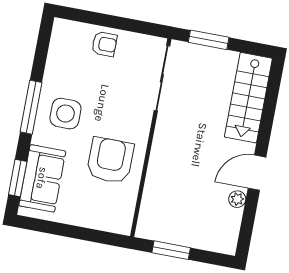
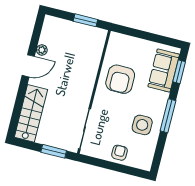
armchair: (104, 44) -> (119, 153), turned 90
side table: (65, 114) -> (142, 125), moved

